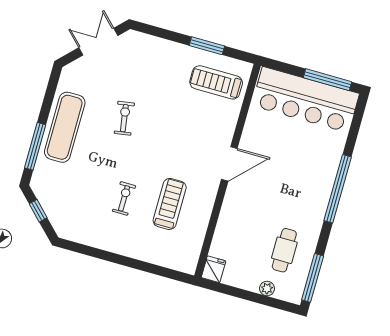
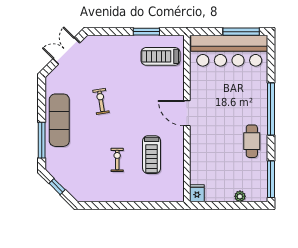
door: (229, 164) -> (187, 113), swing flipped
treadmill: (170, 204) -> (152, 155), turned 180
cafe table: (284, 250) -> (252, 141), moved

